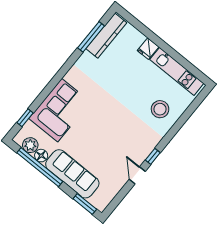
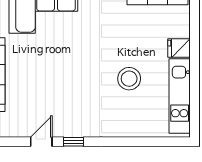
stool: (160, 109) -> (129, 79), moved

